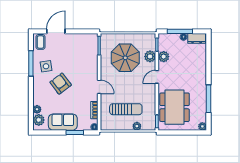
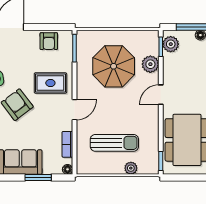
armchair: (82, 41) -> (49, 41), added
plant: (164, 57) -> (171, 44), moved
rug: (83, 69) -> (50, 83), added
door: (99, 87) -> (74, 110), hinge flipped

